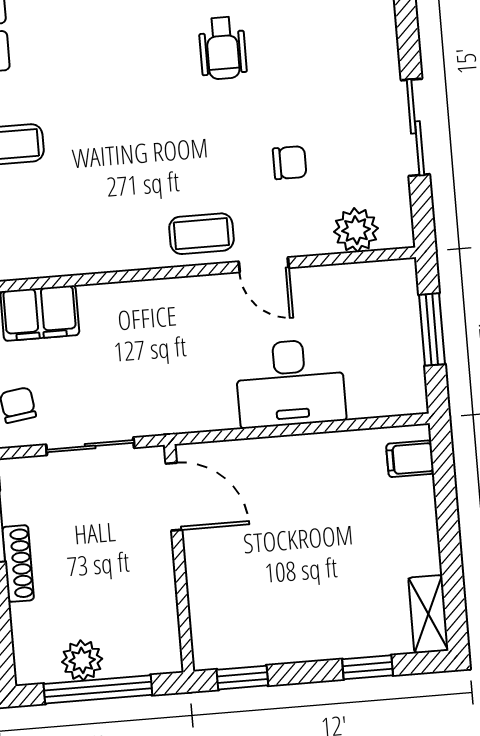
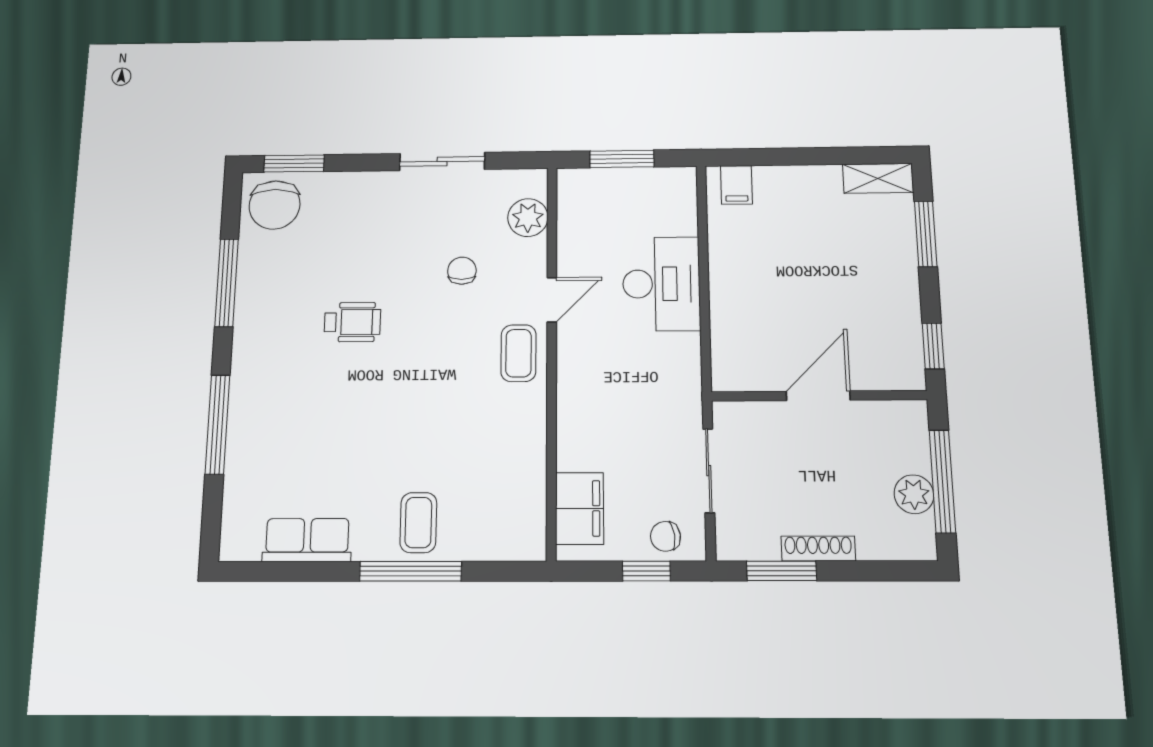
door: (174, 497) -> (818, 396), moved
window: (368, 667) -> (926, 234), width x1.50

